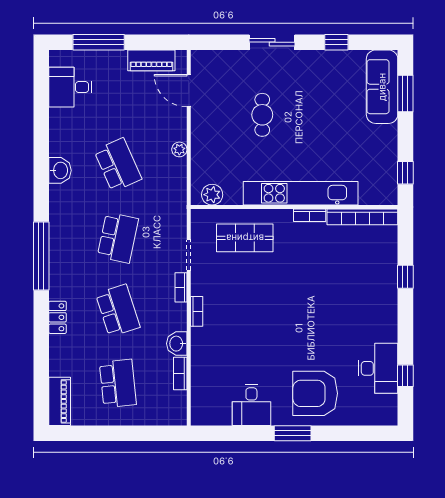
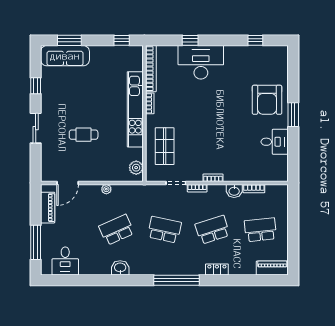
desk: (378, 368) -> (201, 62), moved, width x1.36, depth x1.30

